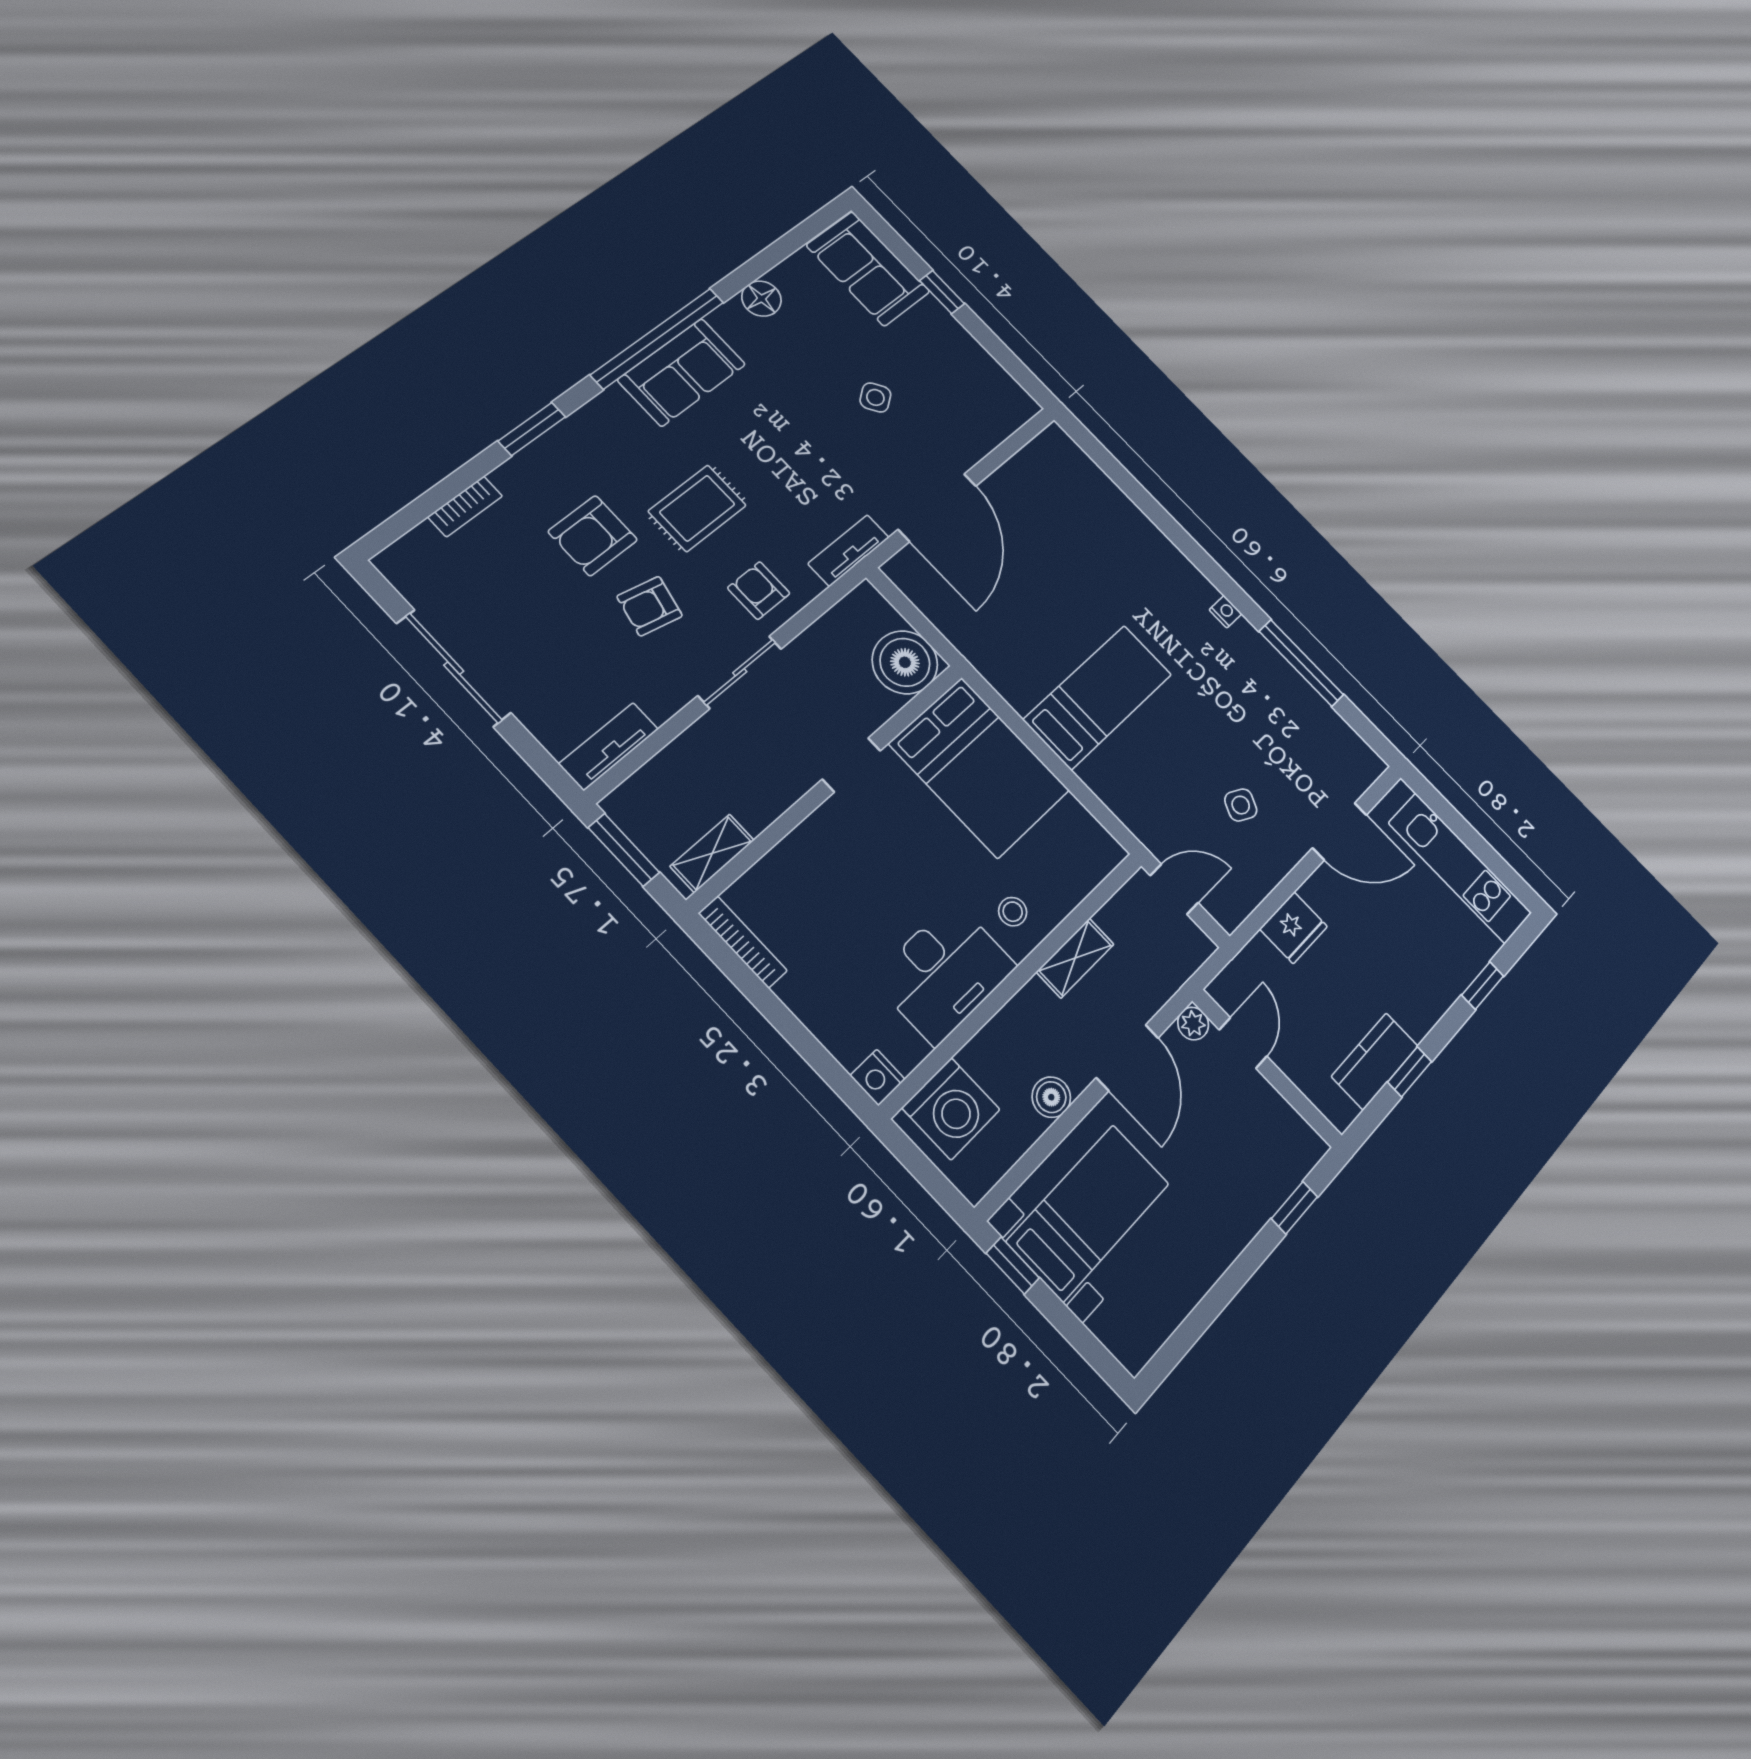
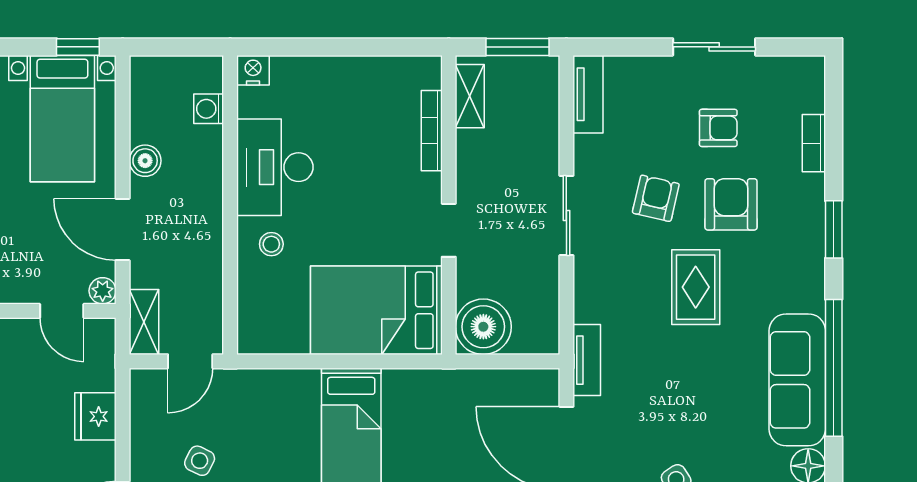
sofa: (682, 372) -> (797, 380), width x1.36
armchair: (759, 591) -> (718, 128), moved
sliding door: (454, 668) -> (714, 47), width x0.73
bookcase: (743, 942) -> (432, 131), moved, turned 90
shelving: (1075, 958) -> (144, 322), moved
washing machine: (951, 1109) -> (209, 109), width x0.53, depth x0.53

